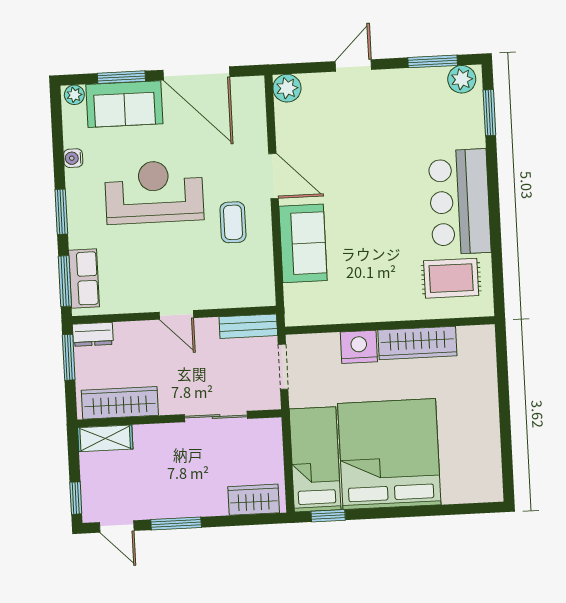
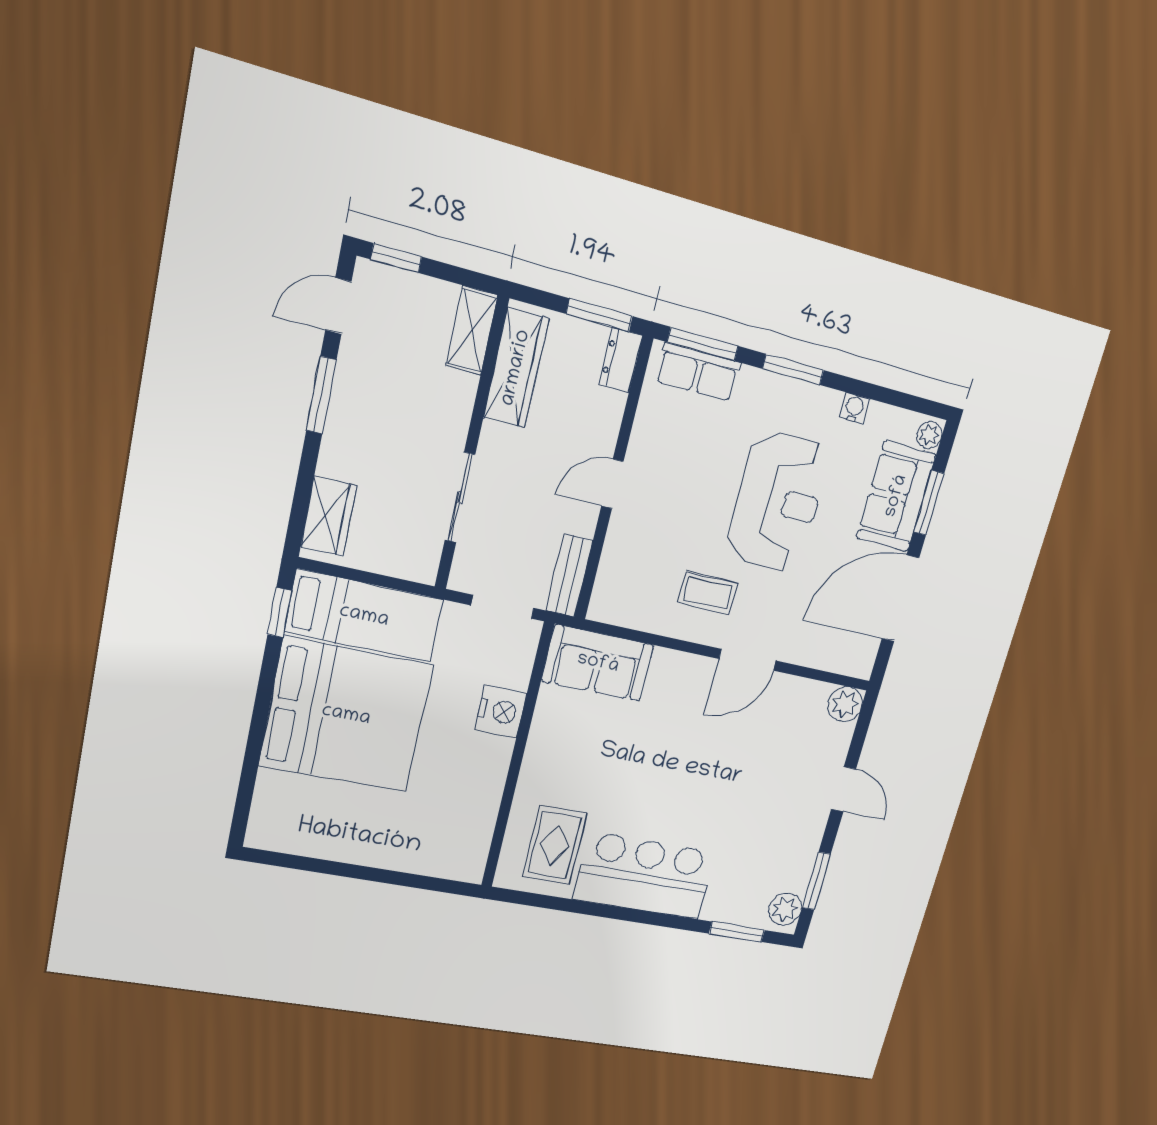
sofa: (303, 243) -> (598, 663), moved
wardrobe: (417, 343) -> (485, 786), removed

